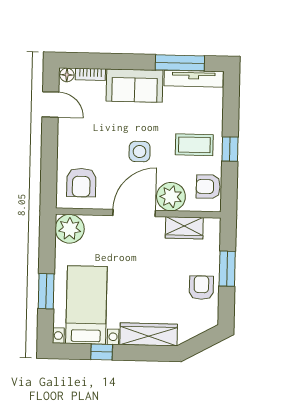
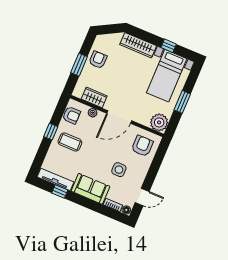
window: (180, 63) -> (60, 192), width x0.46
door: (50, 104) -> (142, 197), swing flipped
side table: (140, 152) -> (119, 170), moved
plant: (171, 197) -> (93, 113), width x0.53, depth x0.53
armchair: (201, 288) -> (98, 60), turned 180
window: (46, 291) -> (182, 102), moved

